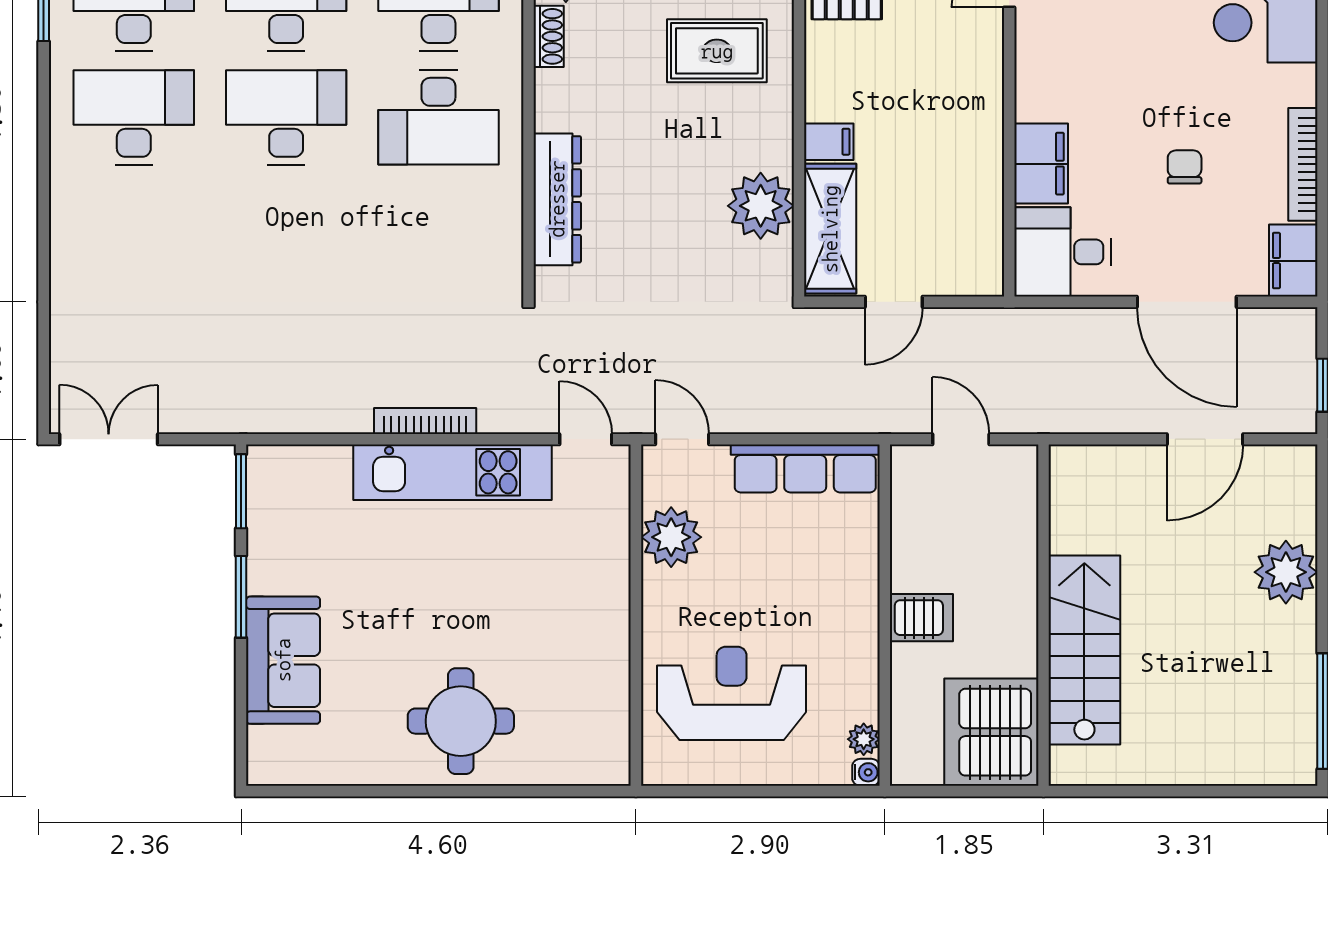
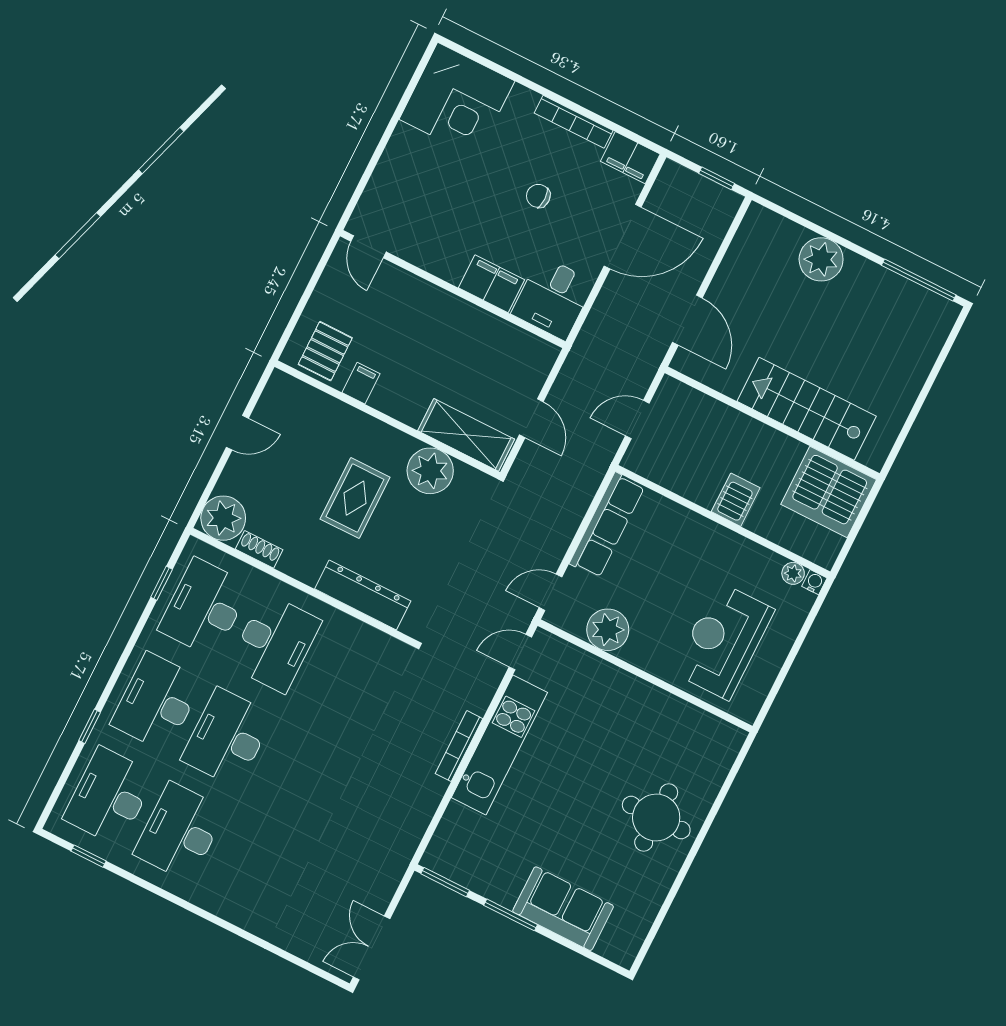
rug: (717, 51) -> (355, 498), moved
filing cabinet: (829, 142) -> (361, 383), moved
door: (1205, 439) -> (687, 320), moved

